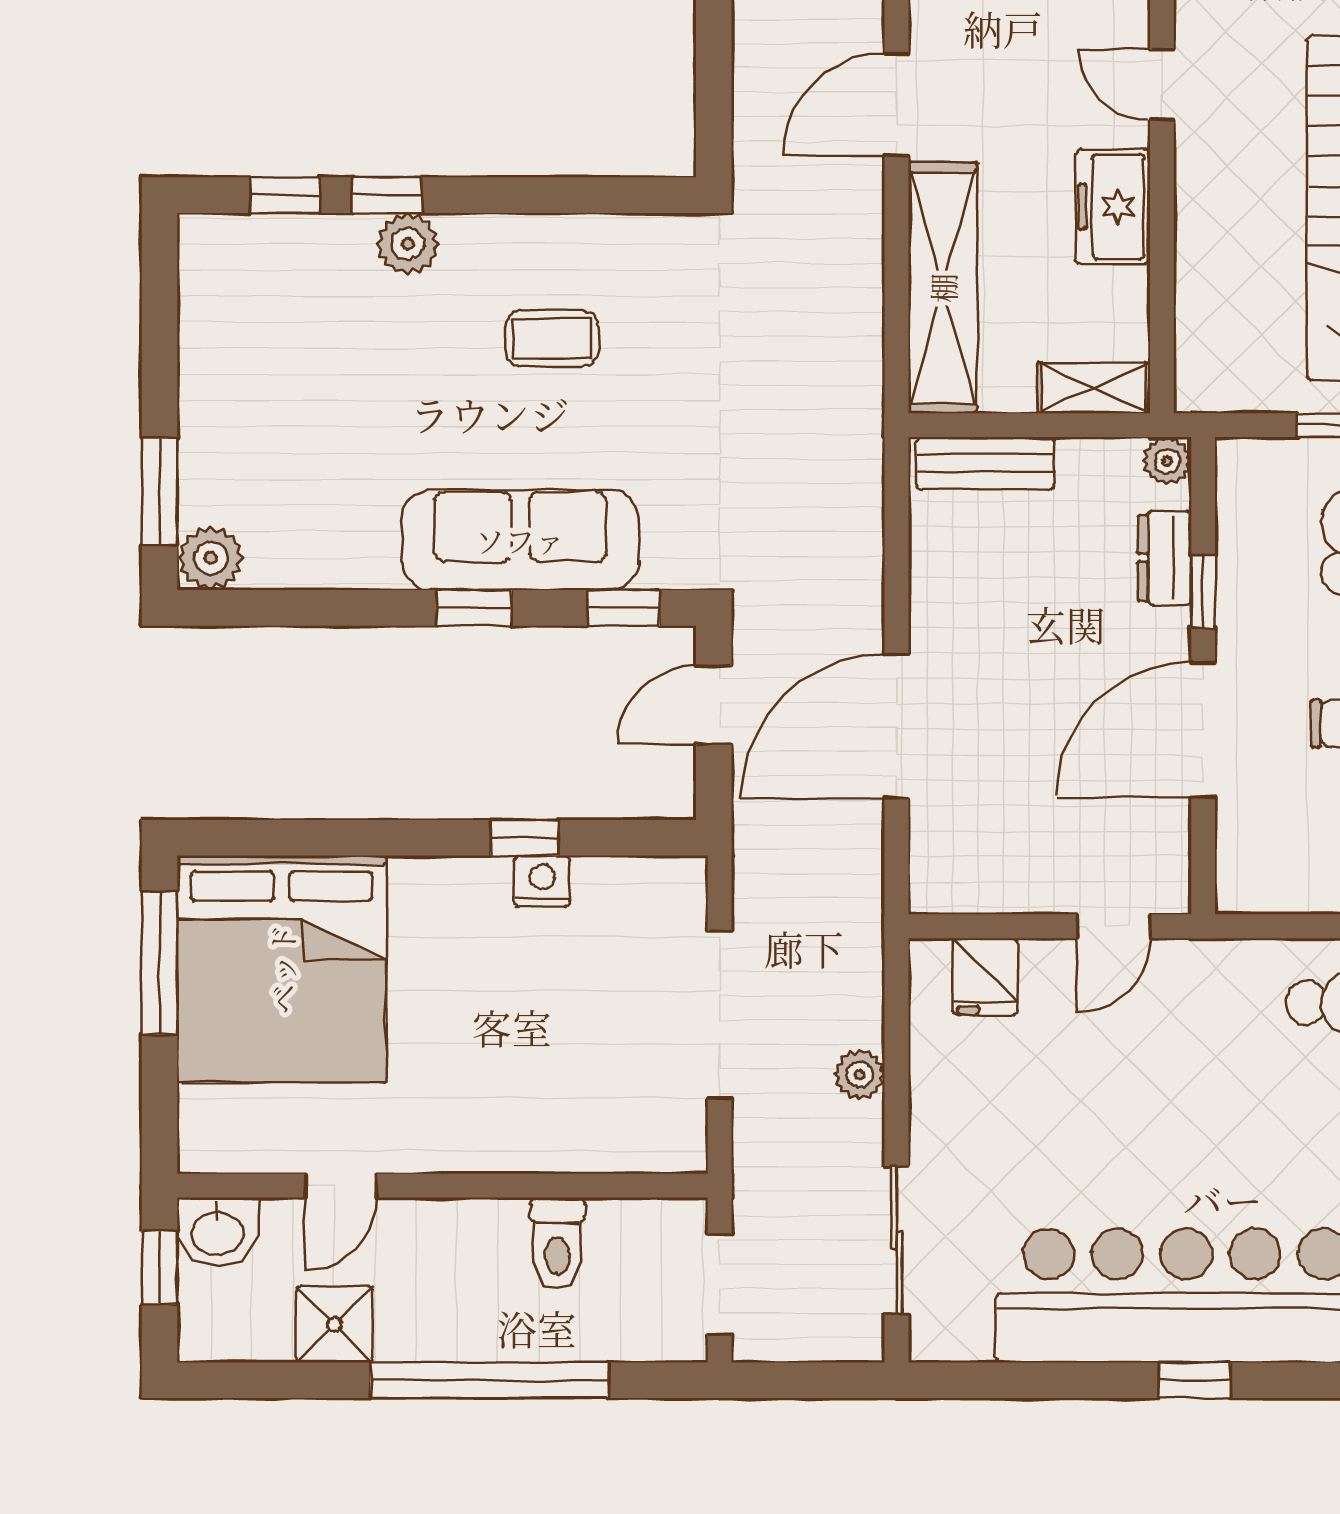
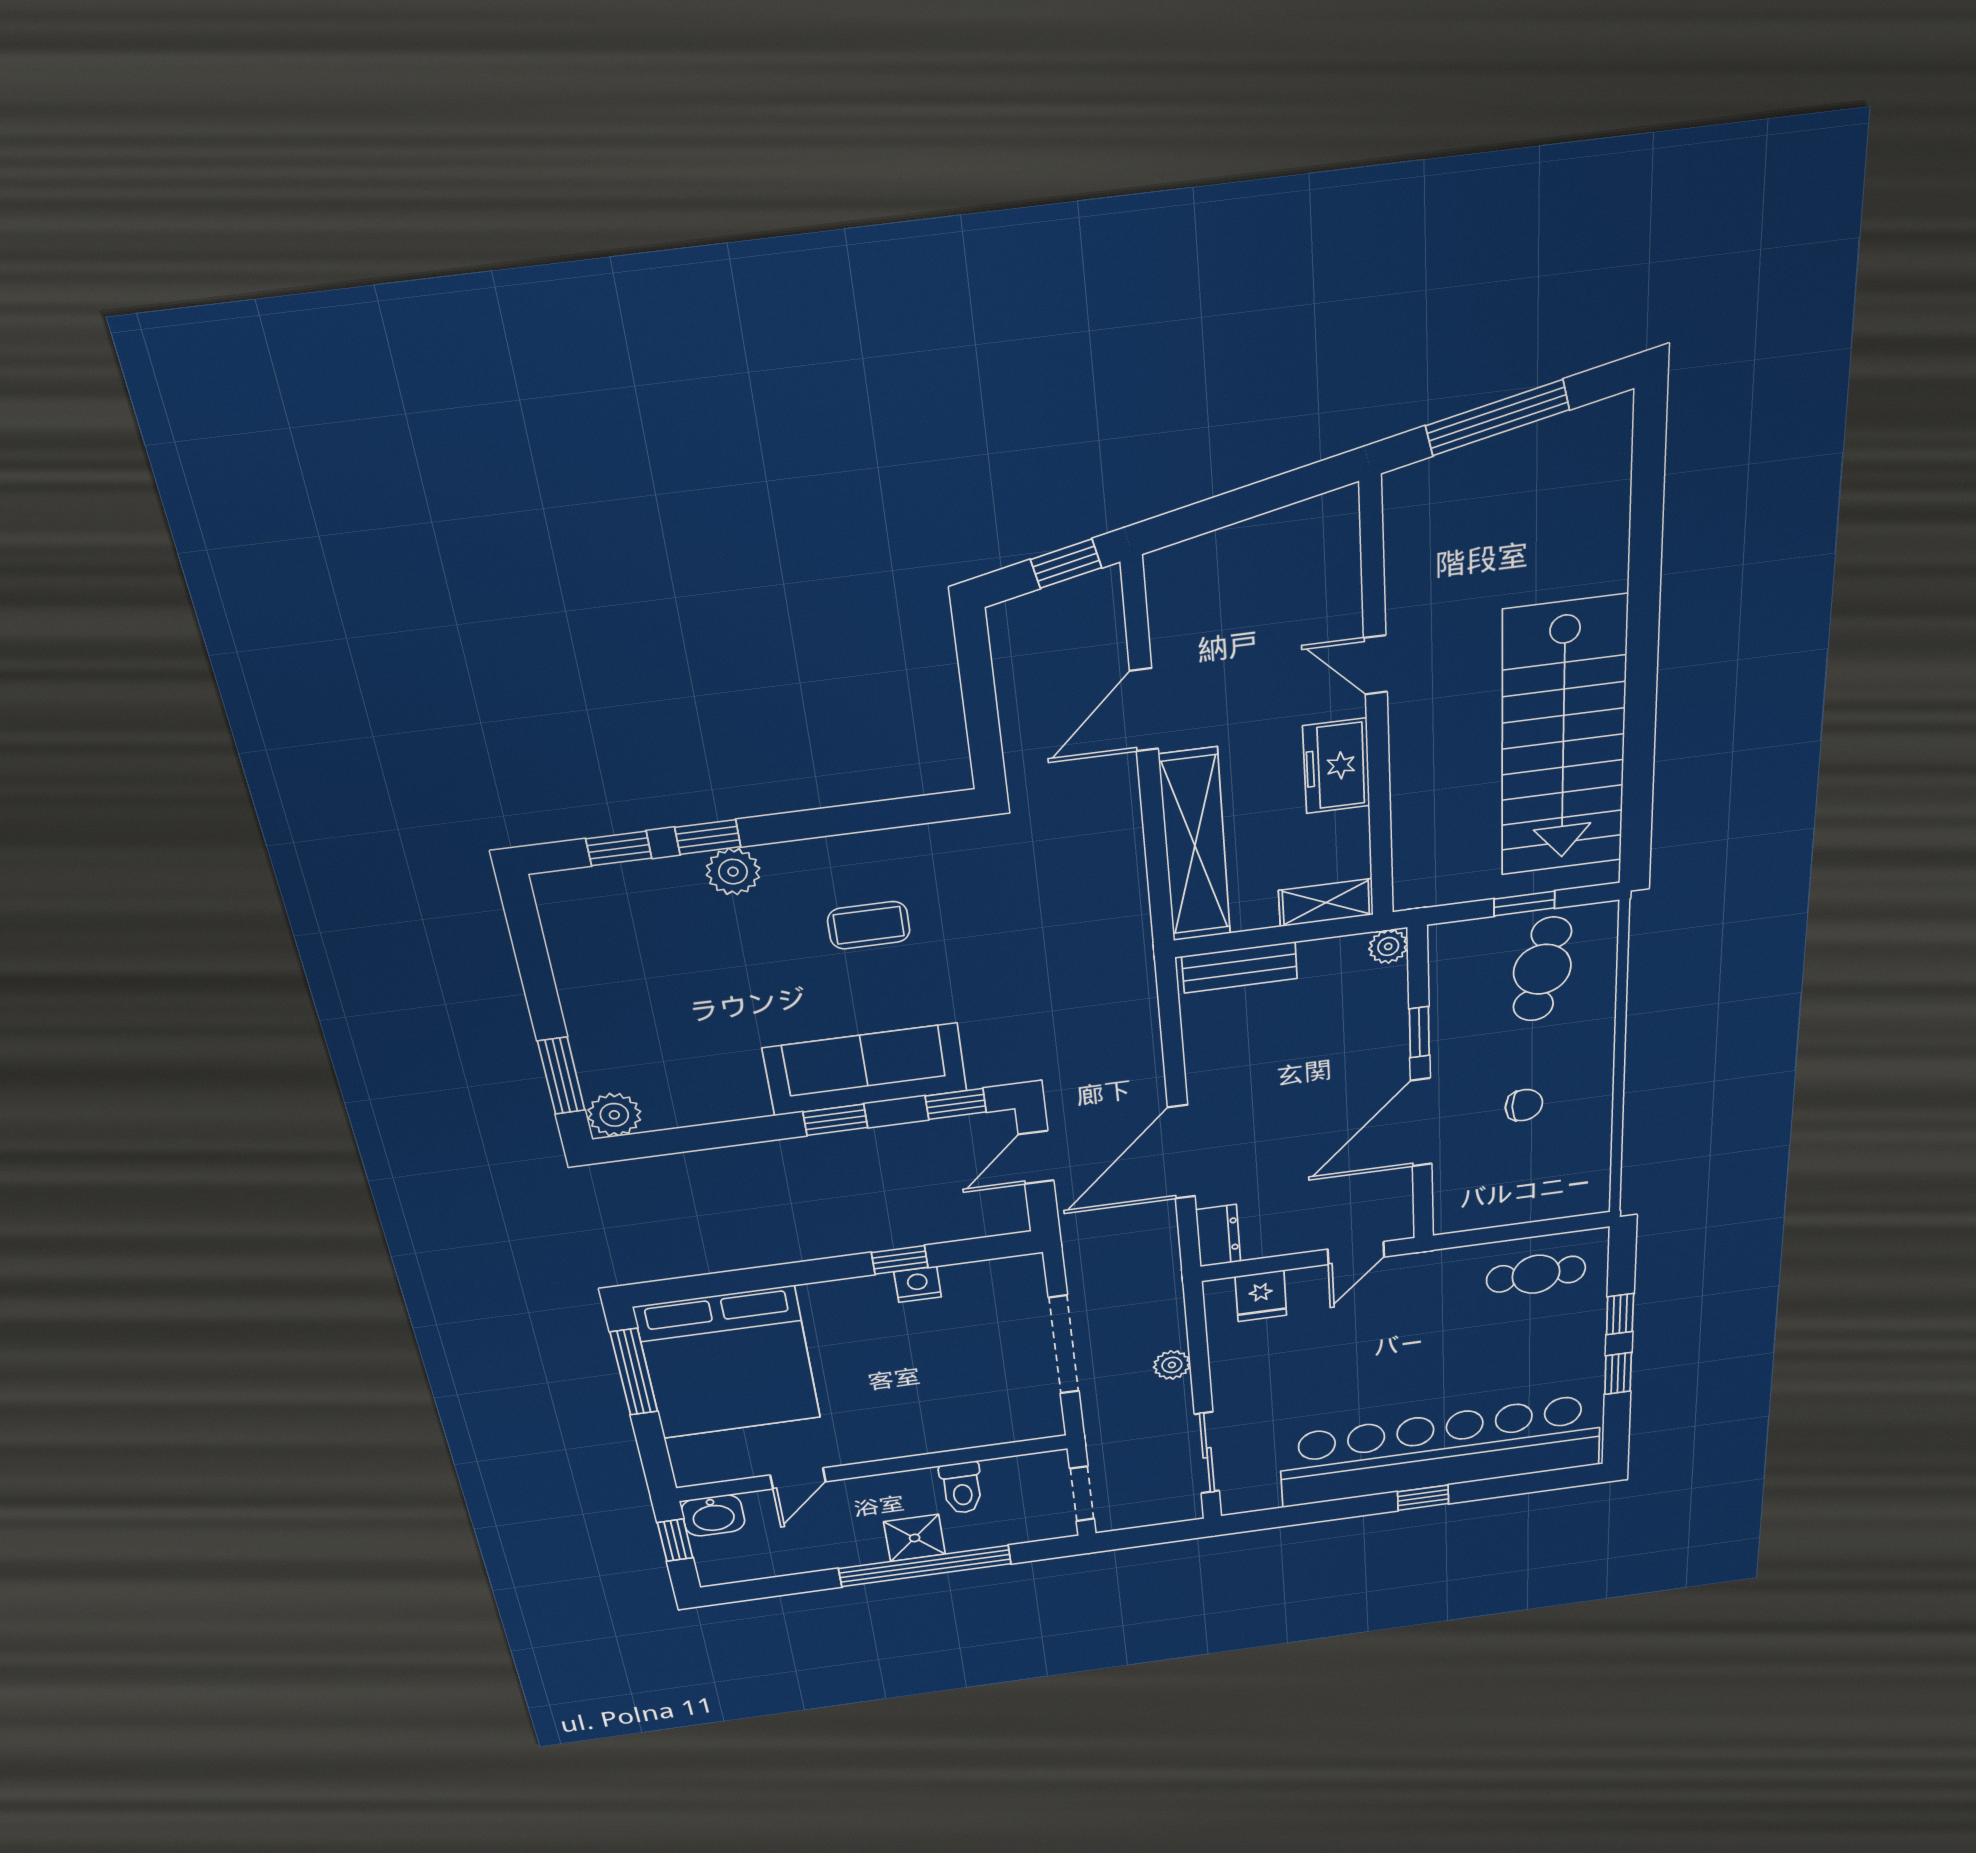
dresser: (1165, 558) -> (1218, 1236), moved, turned 180
shower: (334, 1324) -> (915, 1538), moved

